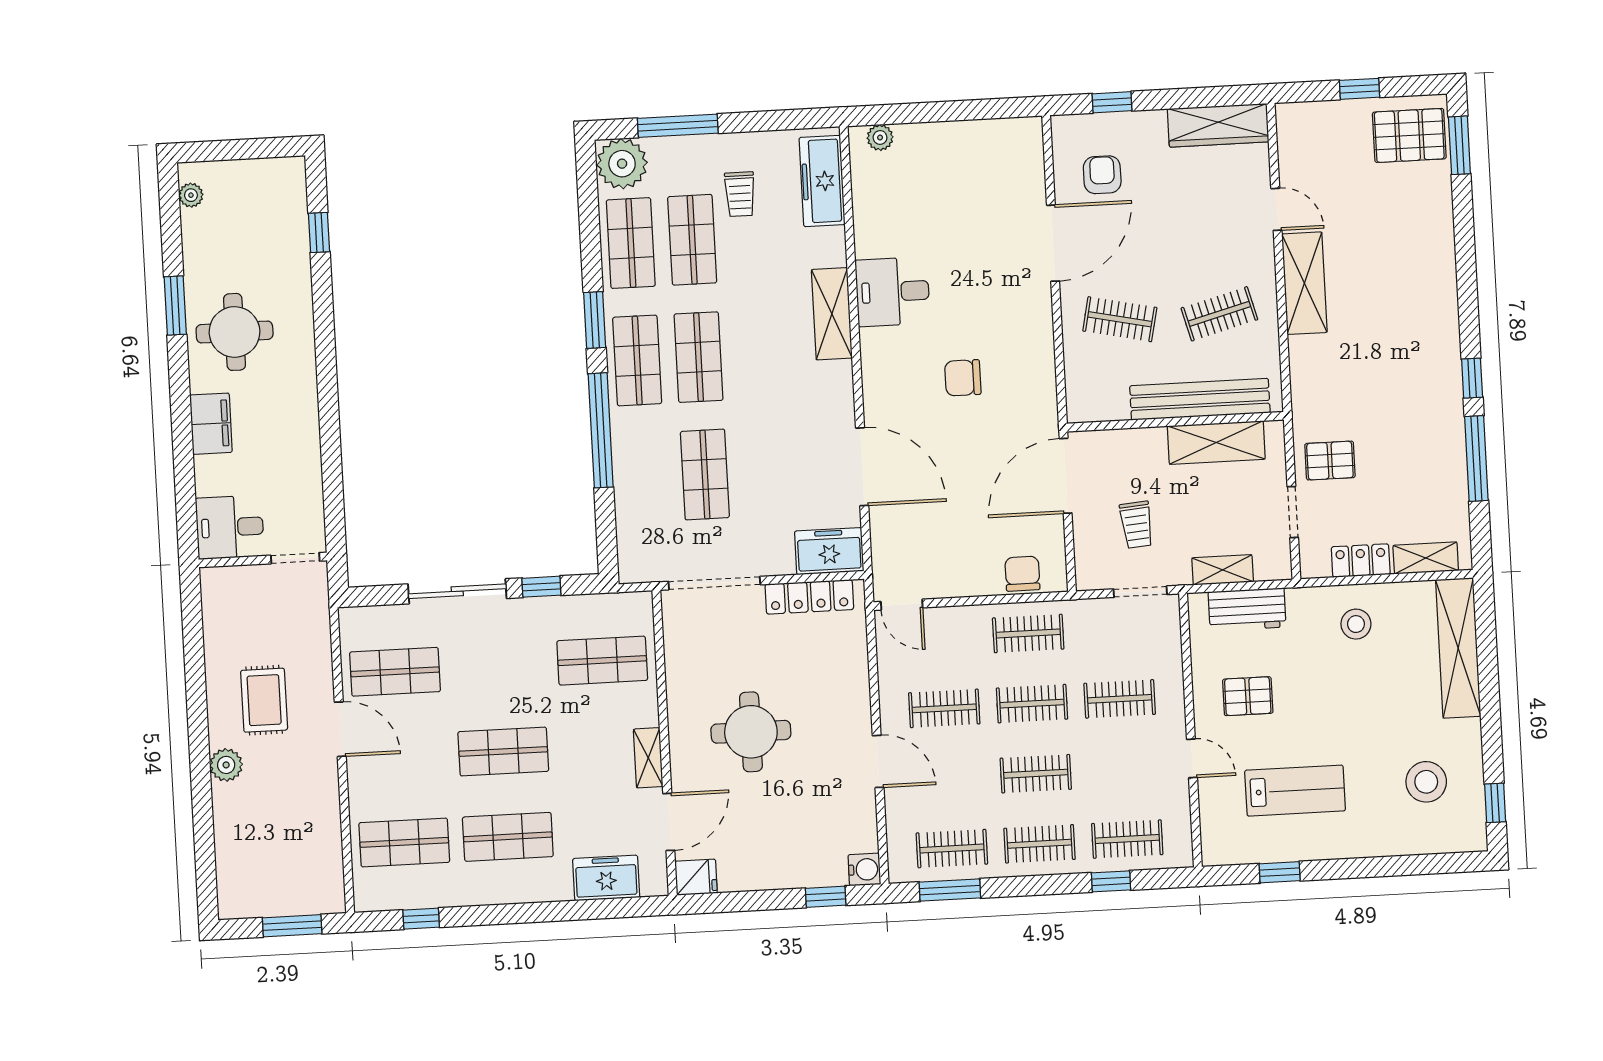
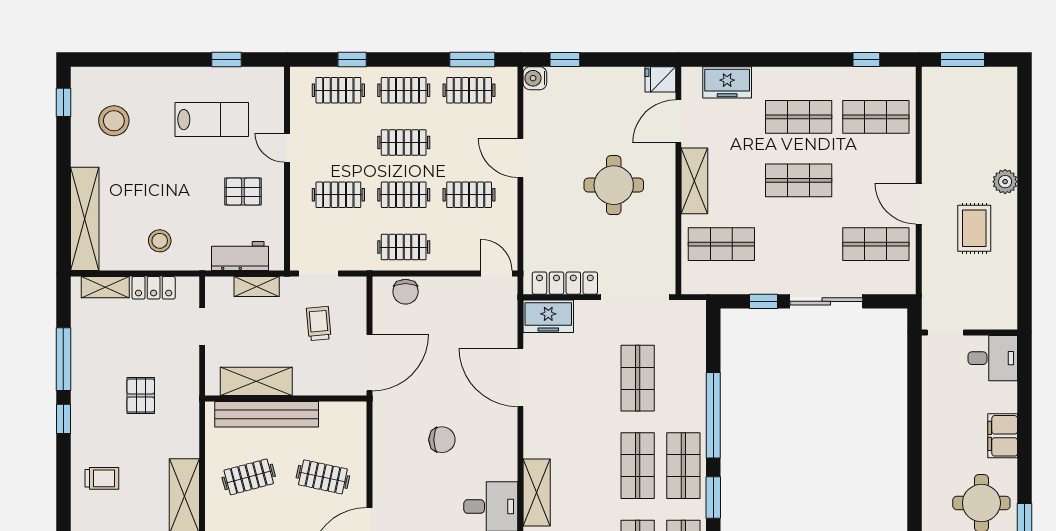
trolley: (1416, 301) -> (102, 478), added
pallet: (1330, 461) -> (141, 396), moved, turned 90
shelving: (648, 758) -> (694, 181), width x1.50, depth x1.33
lab bench: (1295, 791) -> (212, 120), turned 180

